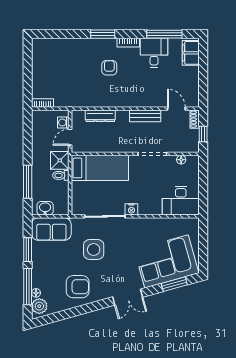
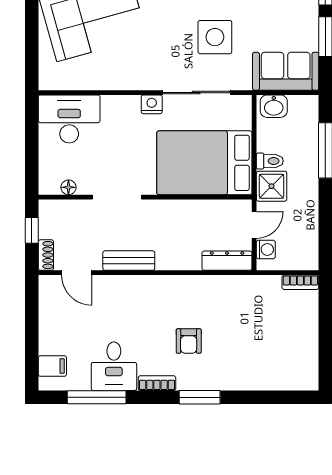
filing cabinet: (191, 53) -> (52, 366), width x0.50
dresser: (100, 116) -> (227, 261), moved
bed: (100, 168) -> (204, 163), width x1.50
washbasin: (45, 208) -> (274, 106), moved

